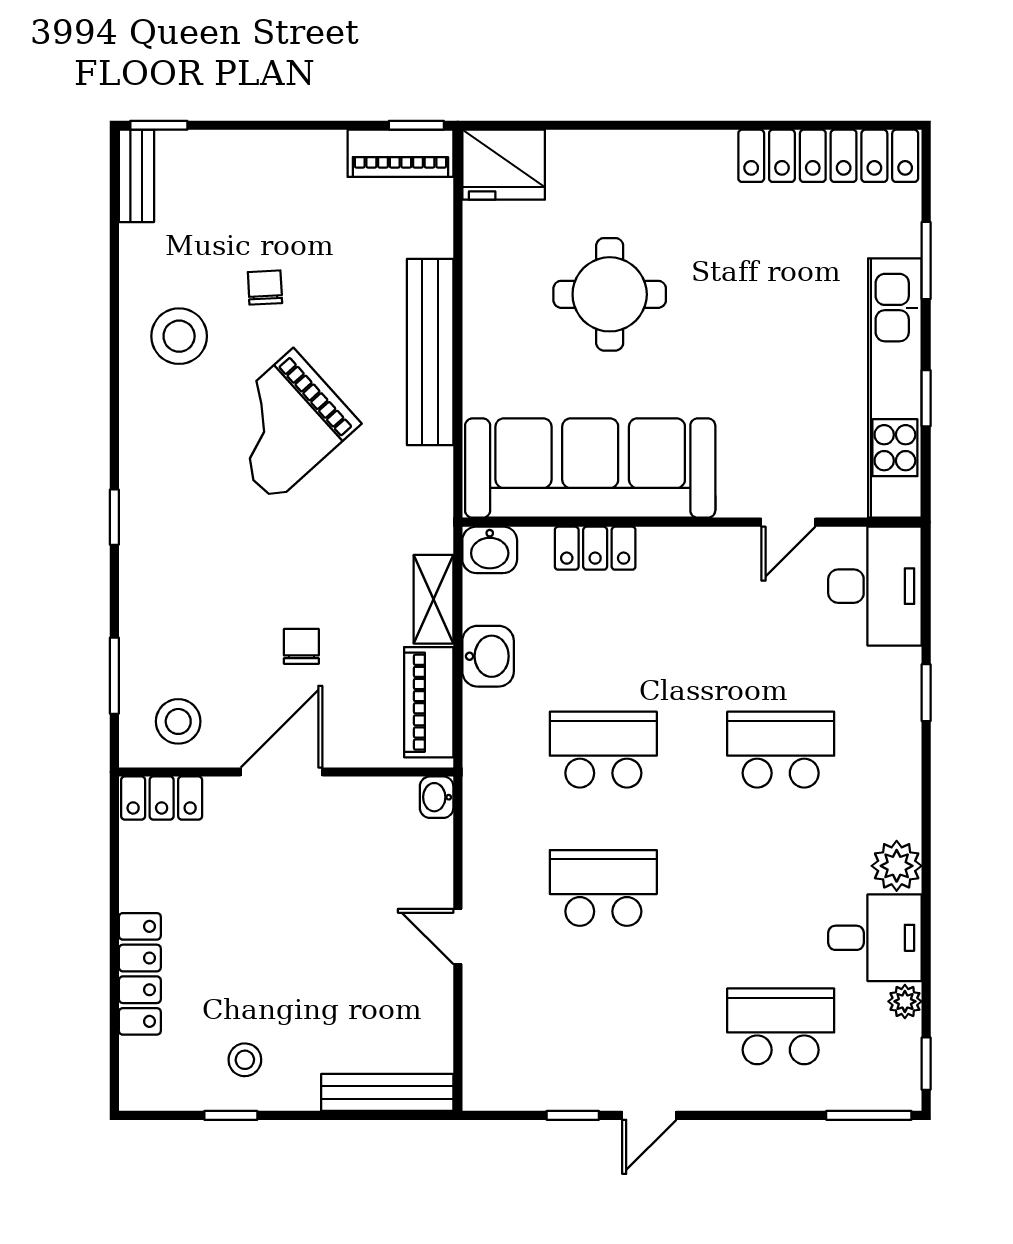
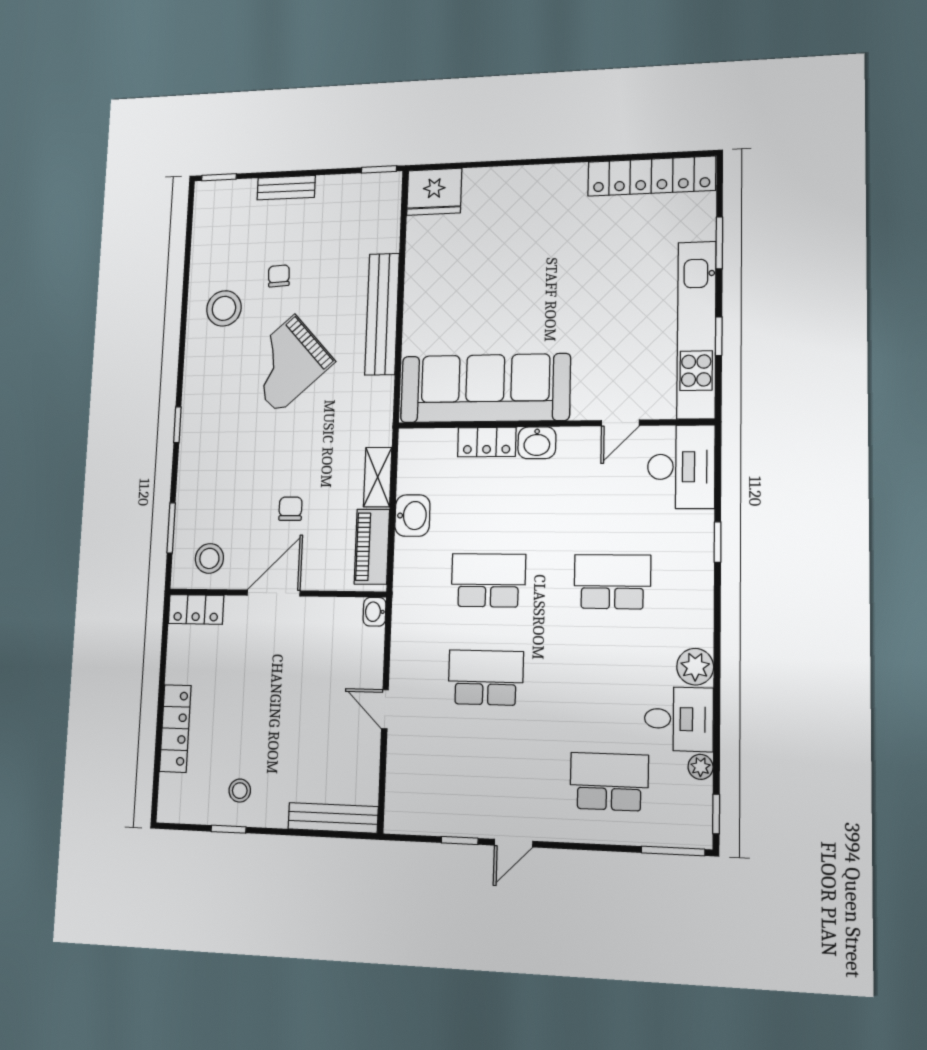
piano: (400, 153) -> (368, 188), removed
bench: (136, 176) -> (286, 188), moved, turned 90
round table: (610, 294) -> (501, 273), removed
washbasin: (490, 550) -> (537, 443), moved

